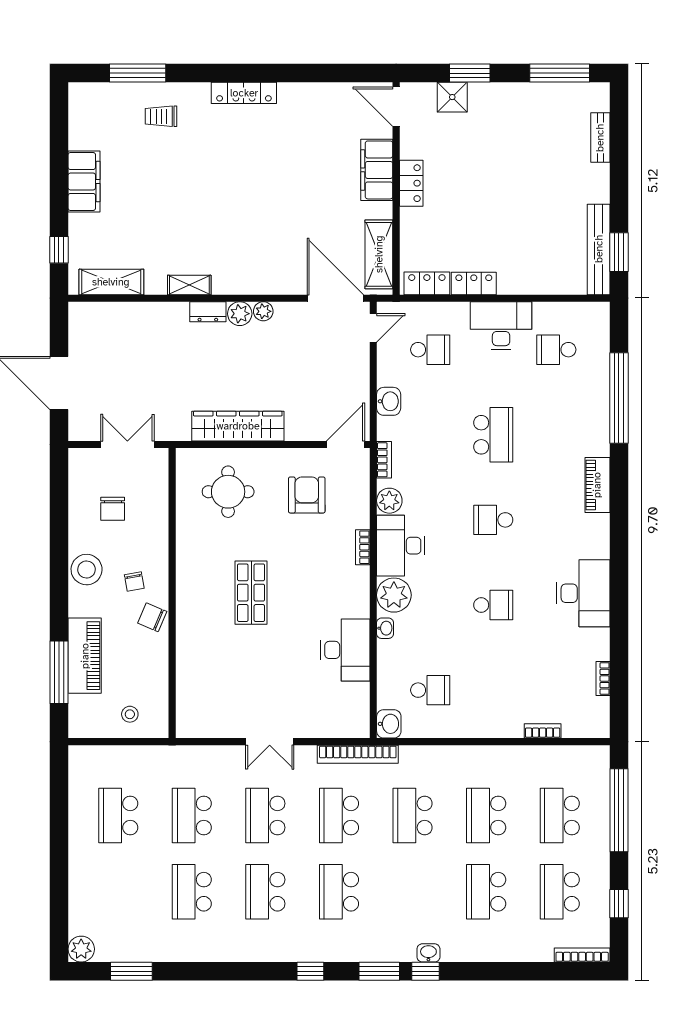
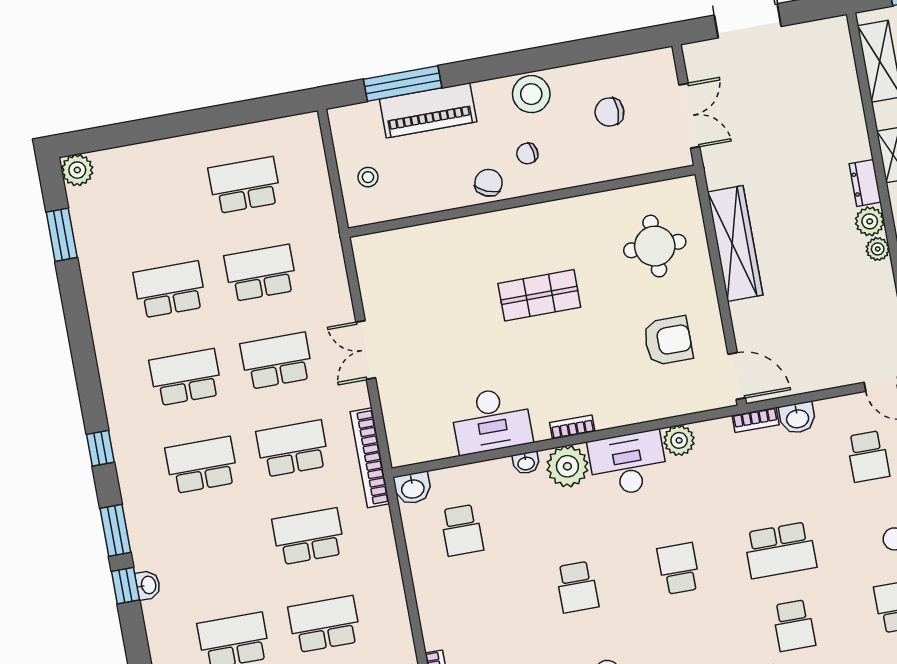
school desk: (556, 435) -> (794, 625), added
bookcase: (384, 460) -> (756, 420), moved
bookcase: (363, 547) -> (572, 427), moved

